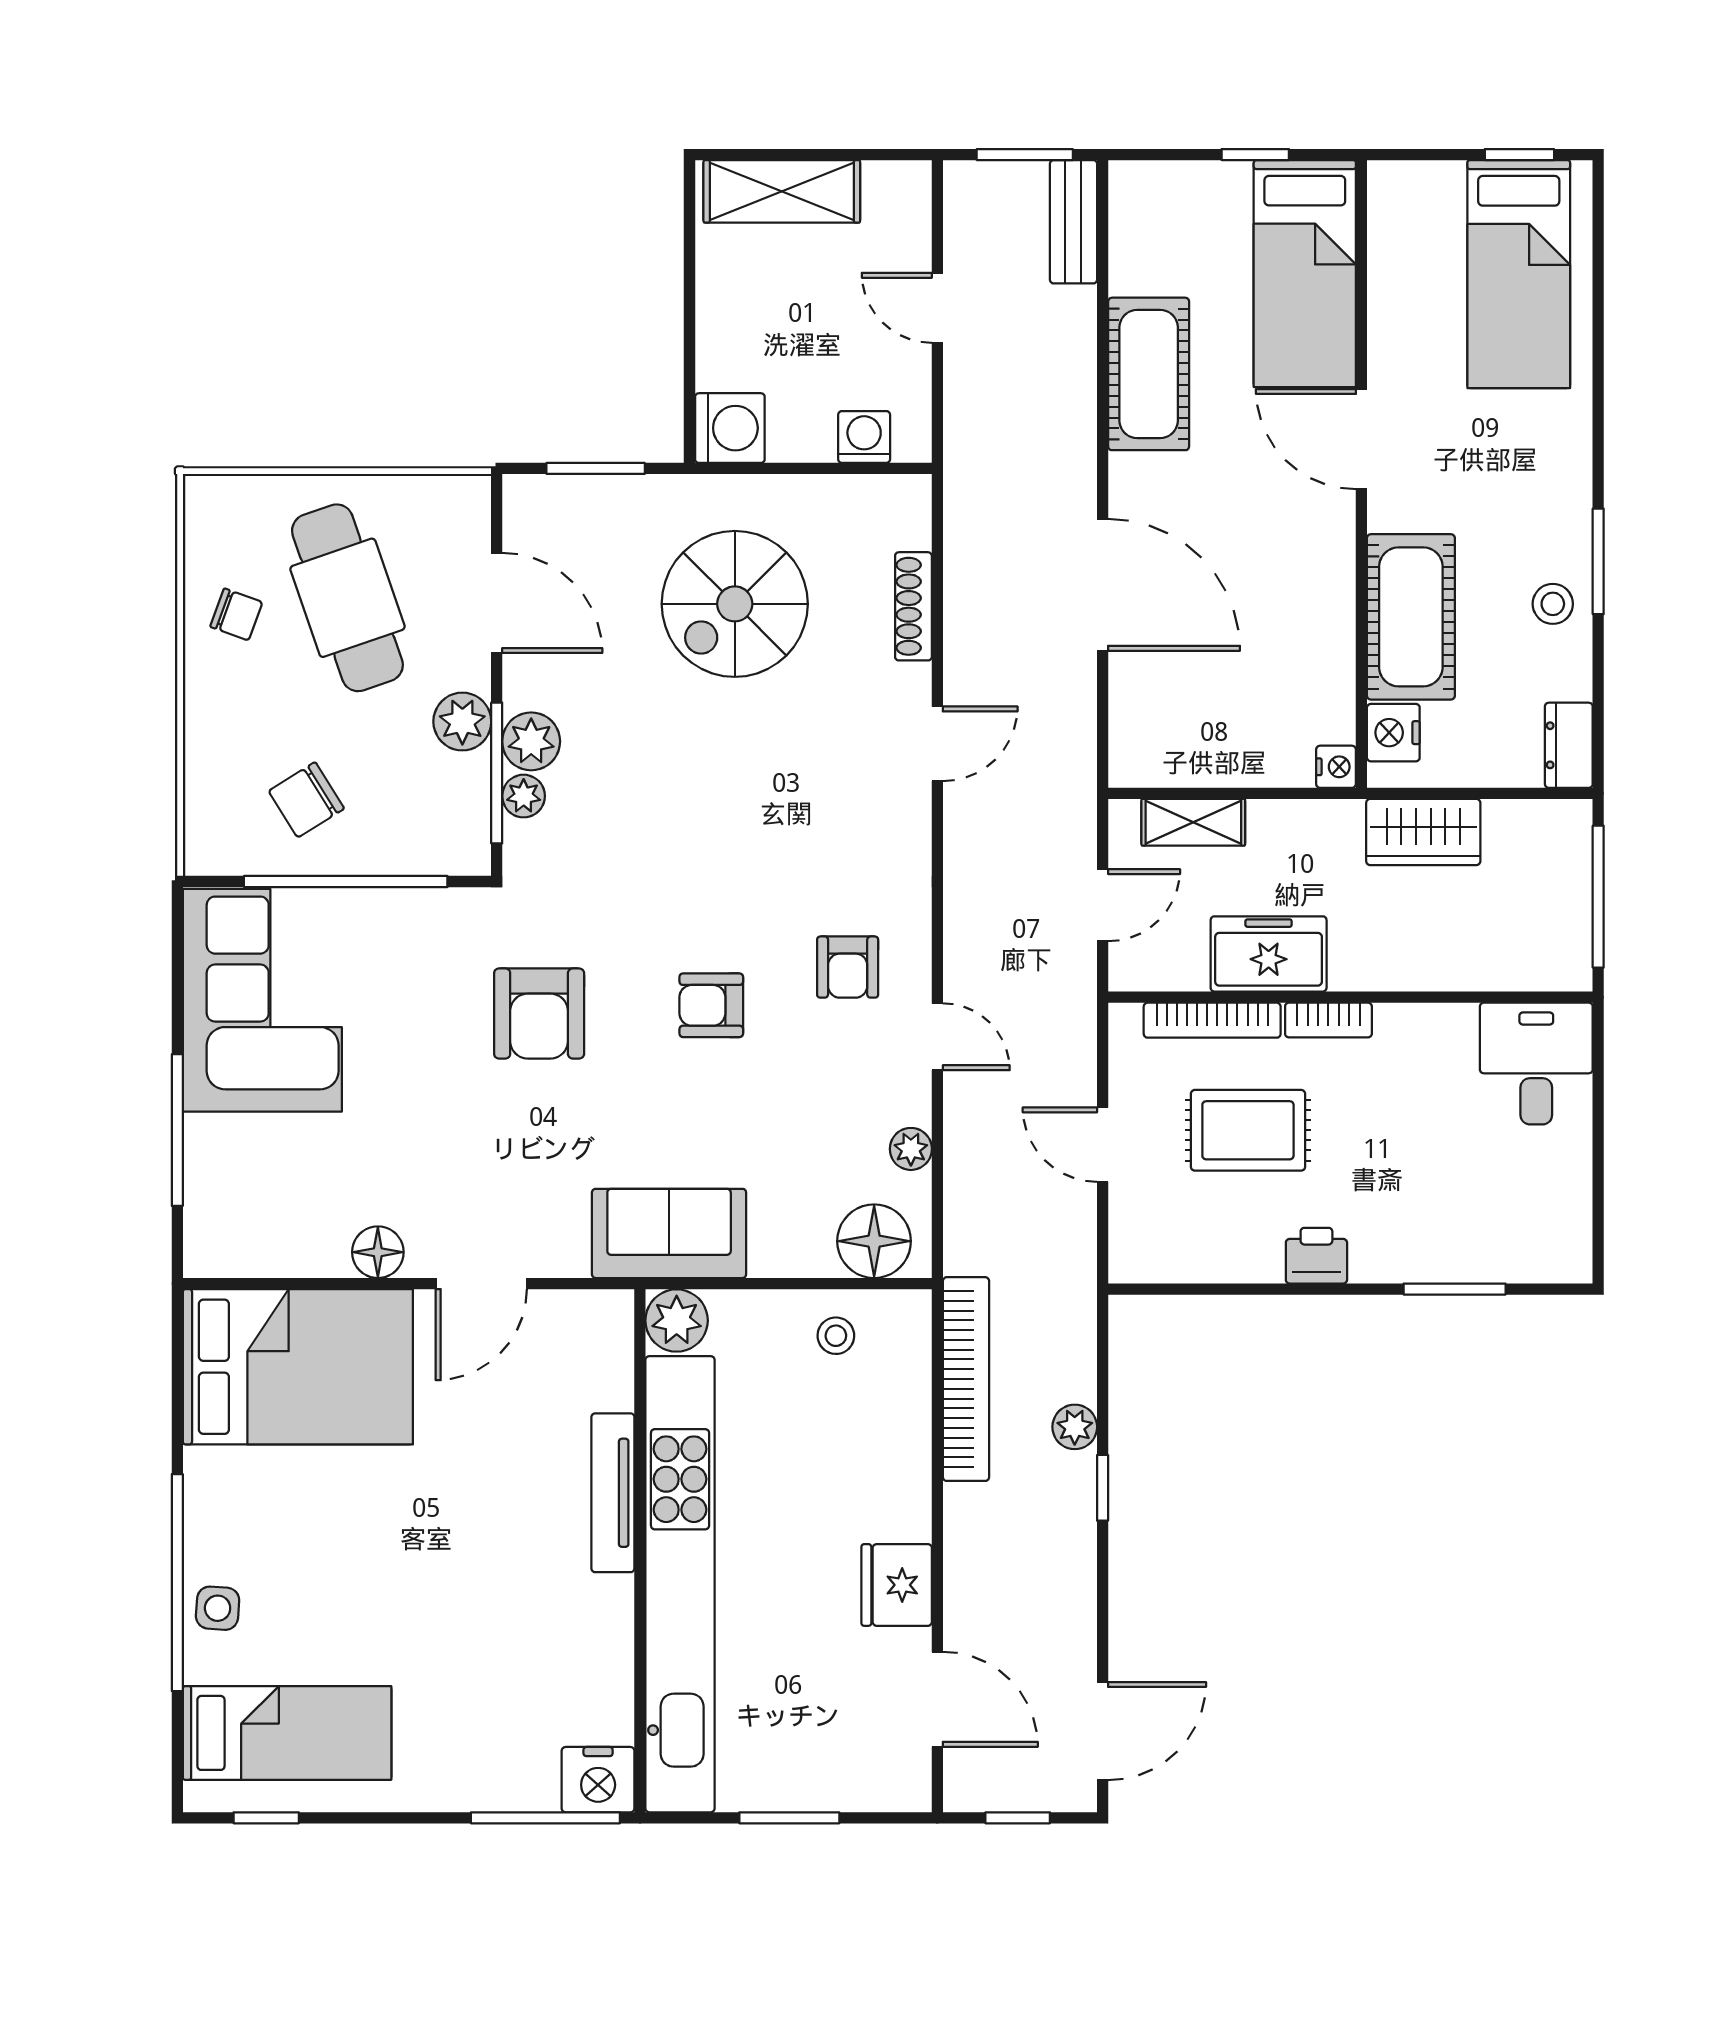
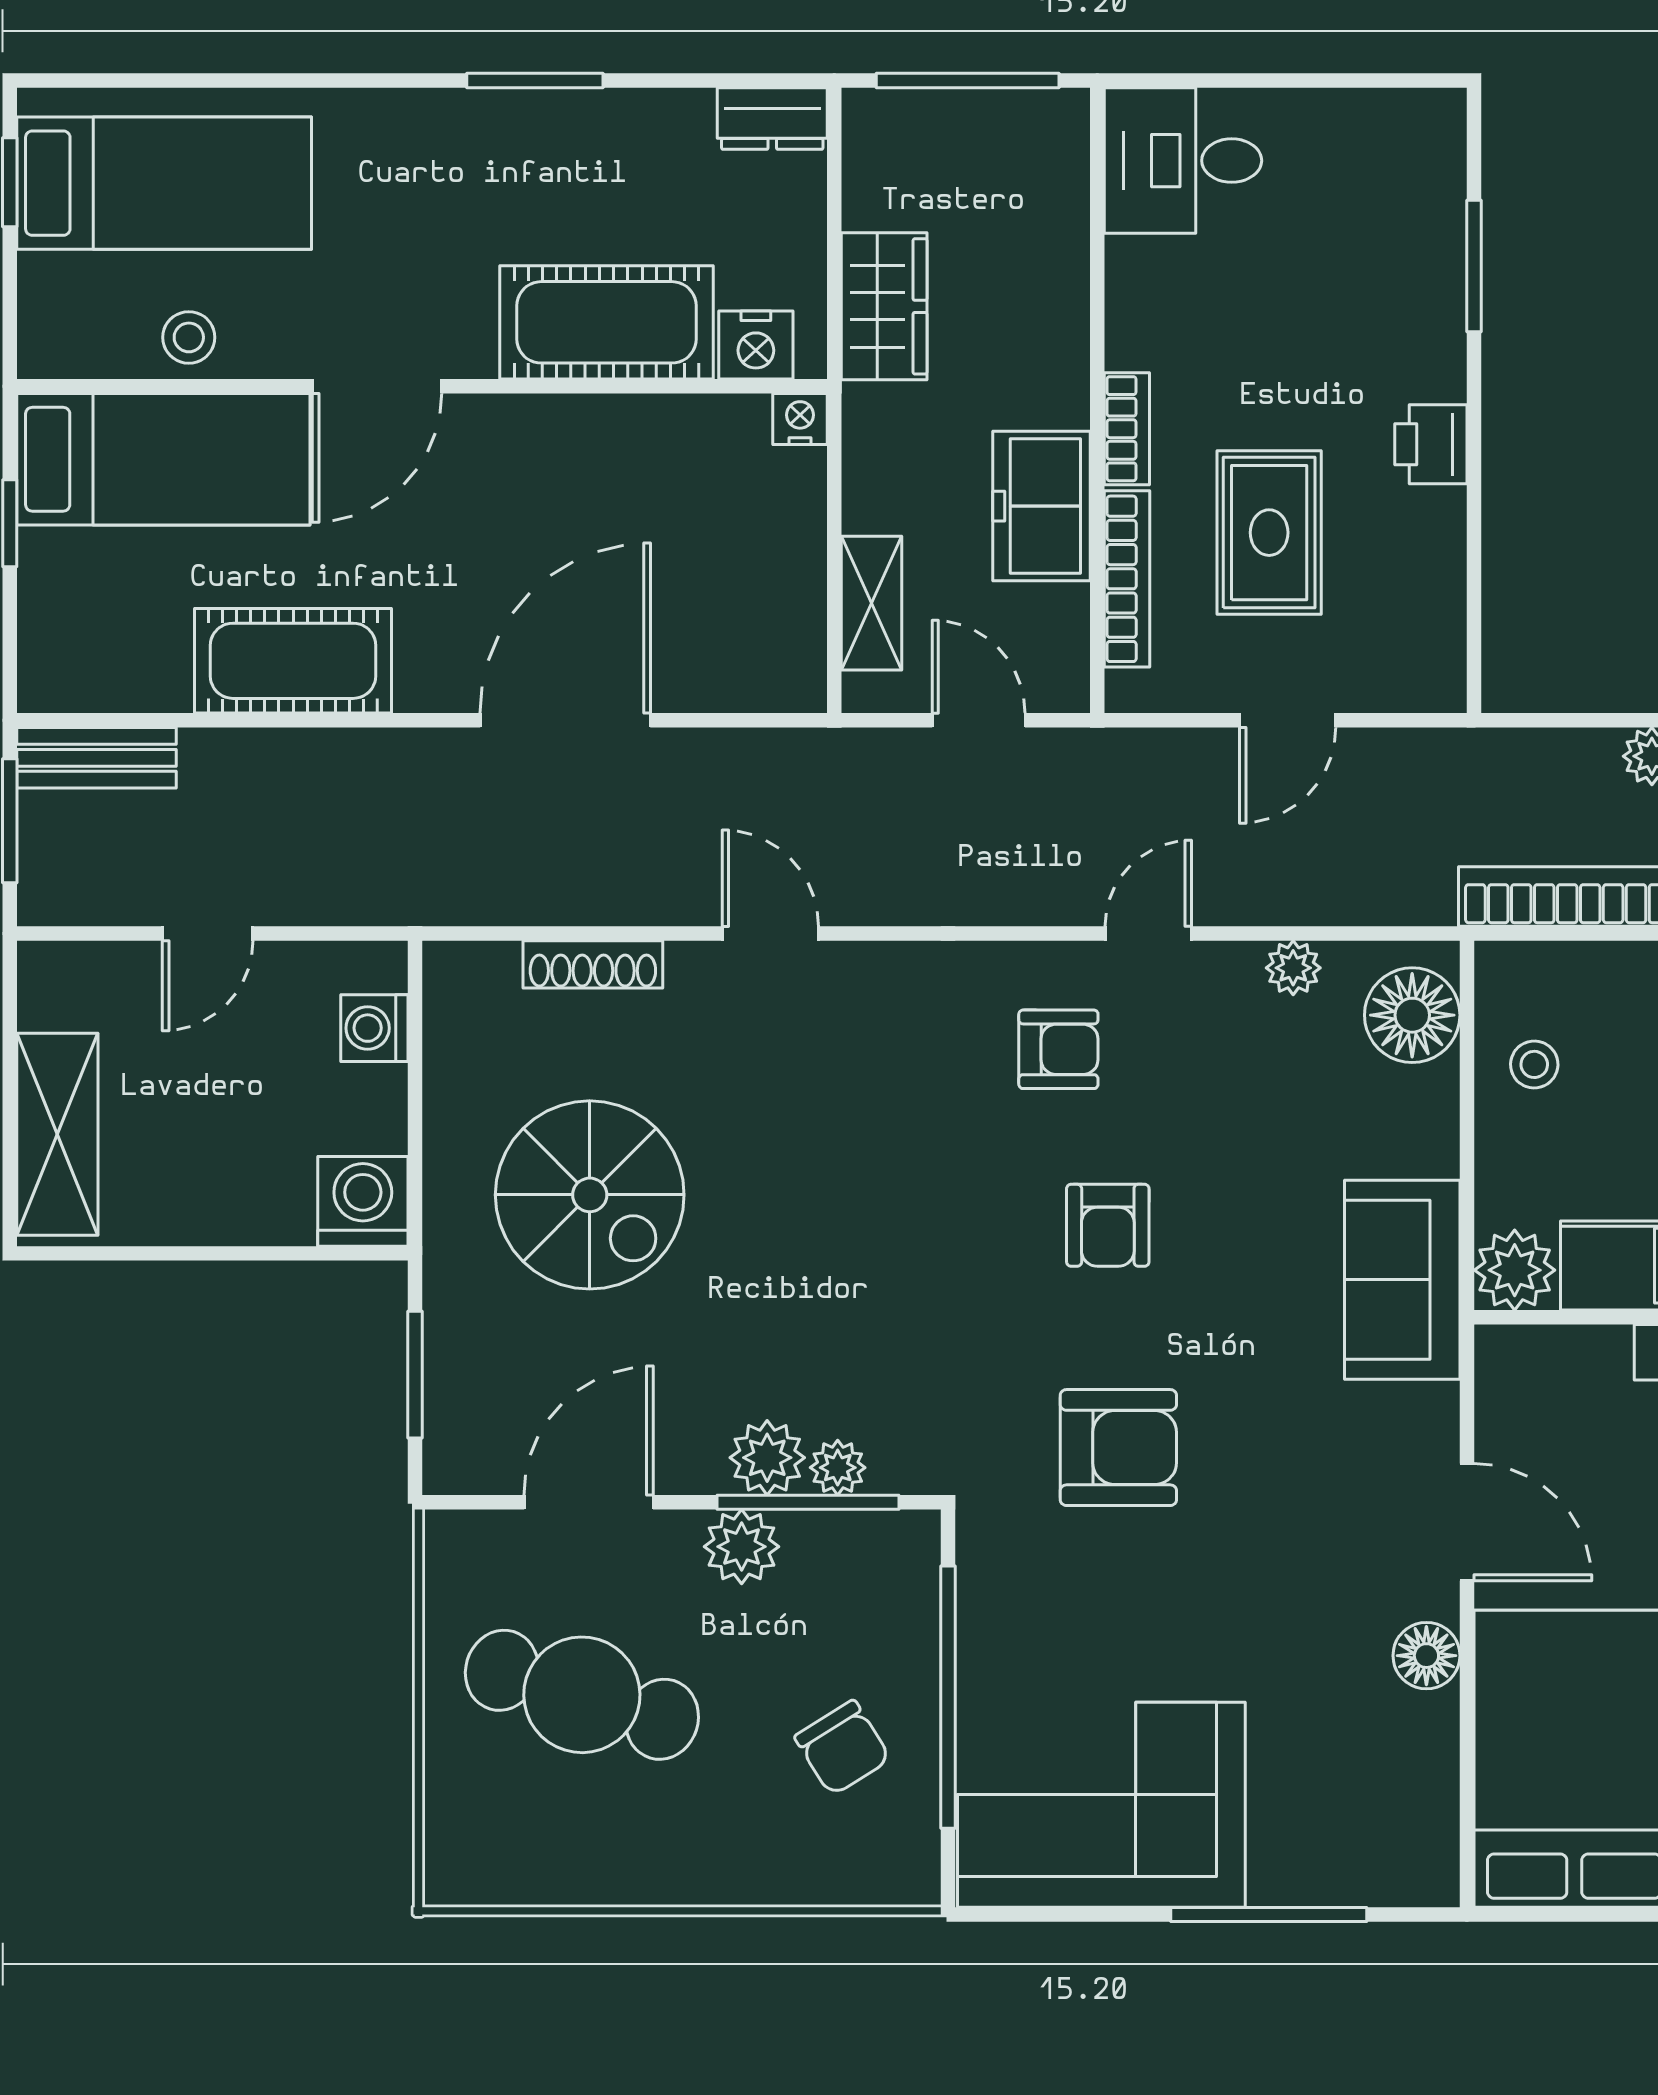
cafe table: (347, 598) -> (582, 1695), turned 36
stool: (1553, 604) -> (189, 337), moved
chair: (236, 614) -> (603, 1838), removed

